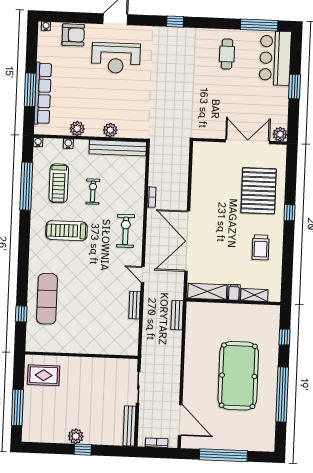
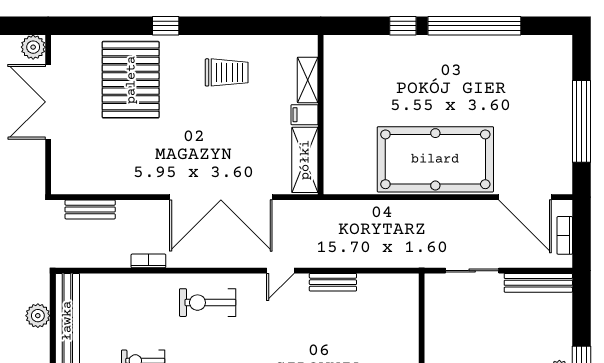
plant: (110, 130) -> (38, 316), moved
pallet: (259, 191) -> (131, 80), turned 90
bench: (177, 315) -> (90, 209), moved
window: (284, 337) -> (403, 26), moved
pool table: (238, 376) -> (435, 159), moved
door: (180, 420) -> (525, 197), swing flipped

